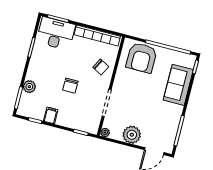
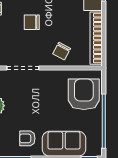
armchair: (141, 58) -> (84, 94), turned 90
armchair: (166, 114) -> (27, 138), added

